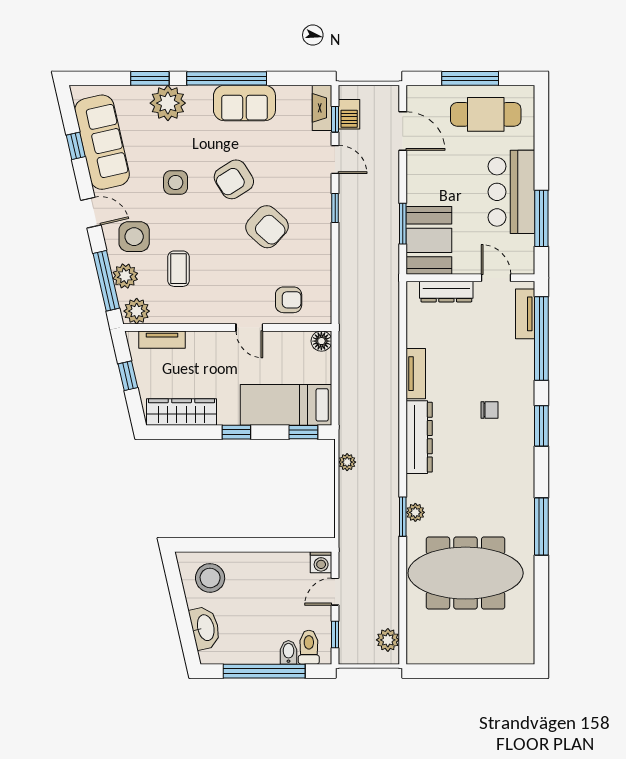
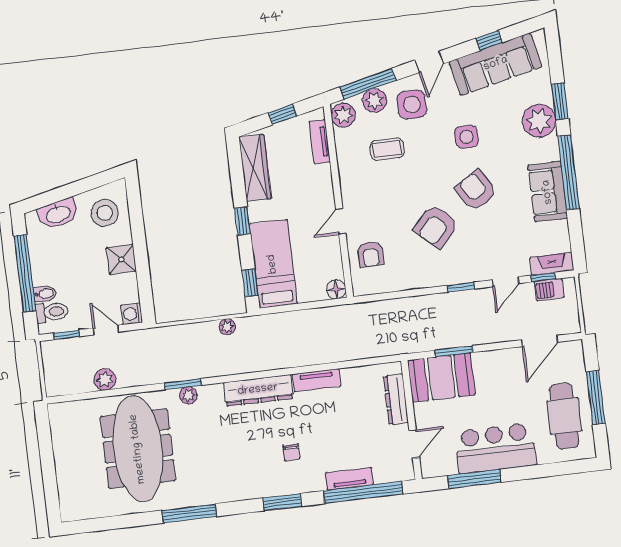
tv unit: (525, 314) -> (349, 479), moved
shower: (262, 566) -> (121, 259), added
plant: (388, 640) -> (105, 380), moved

